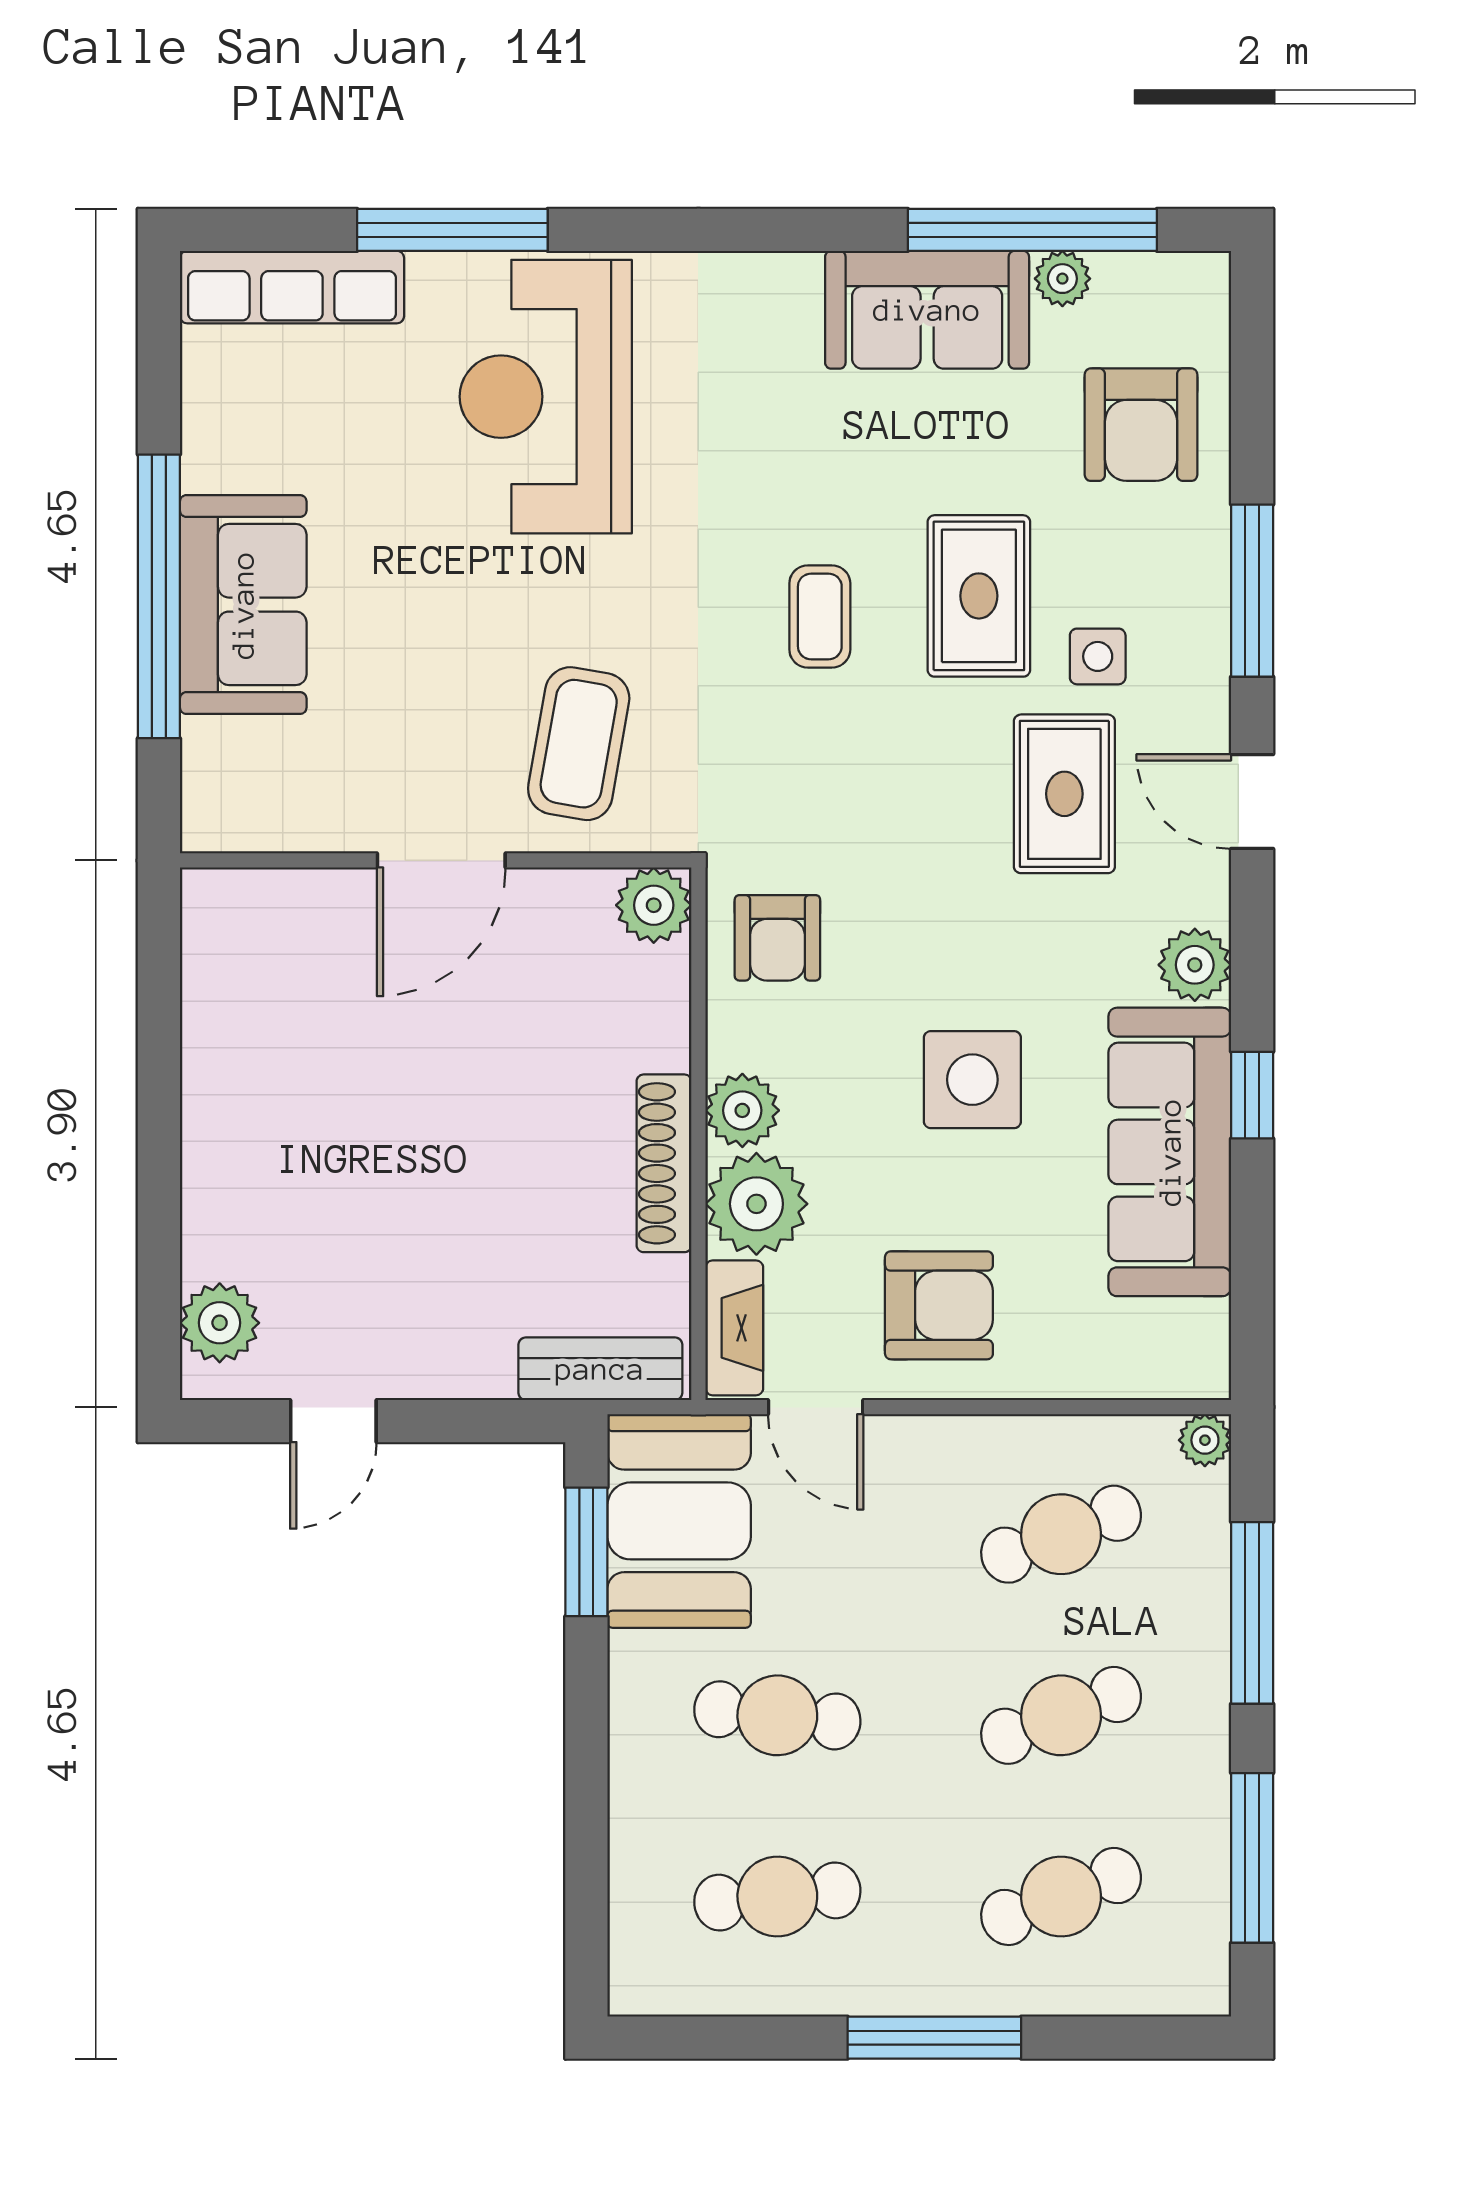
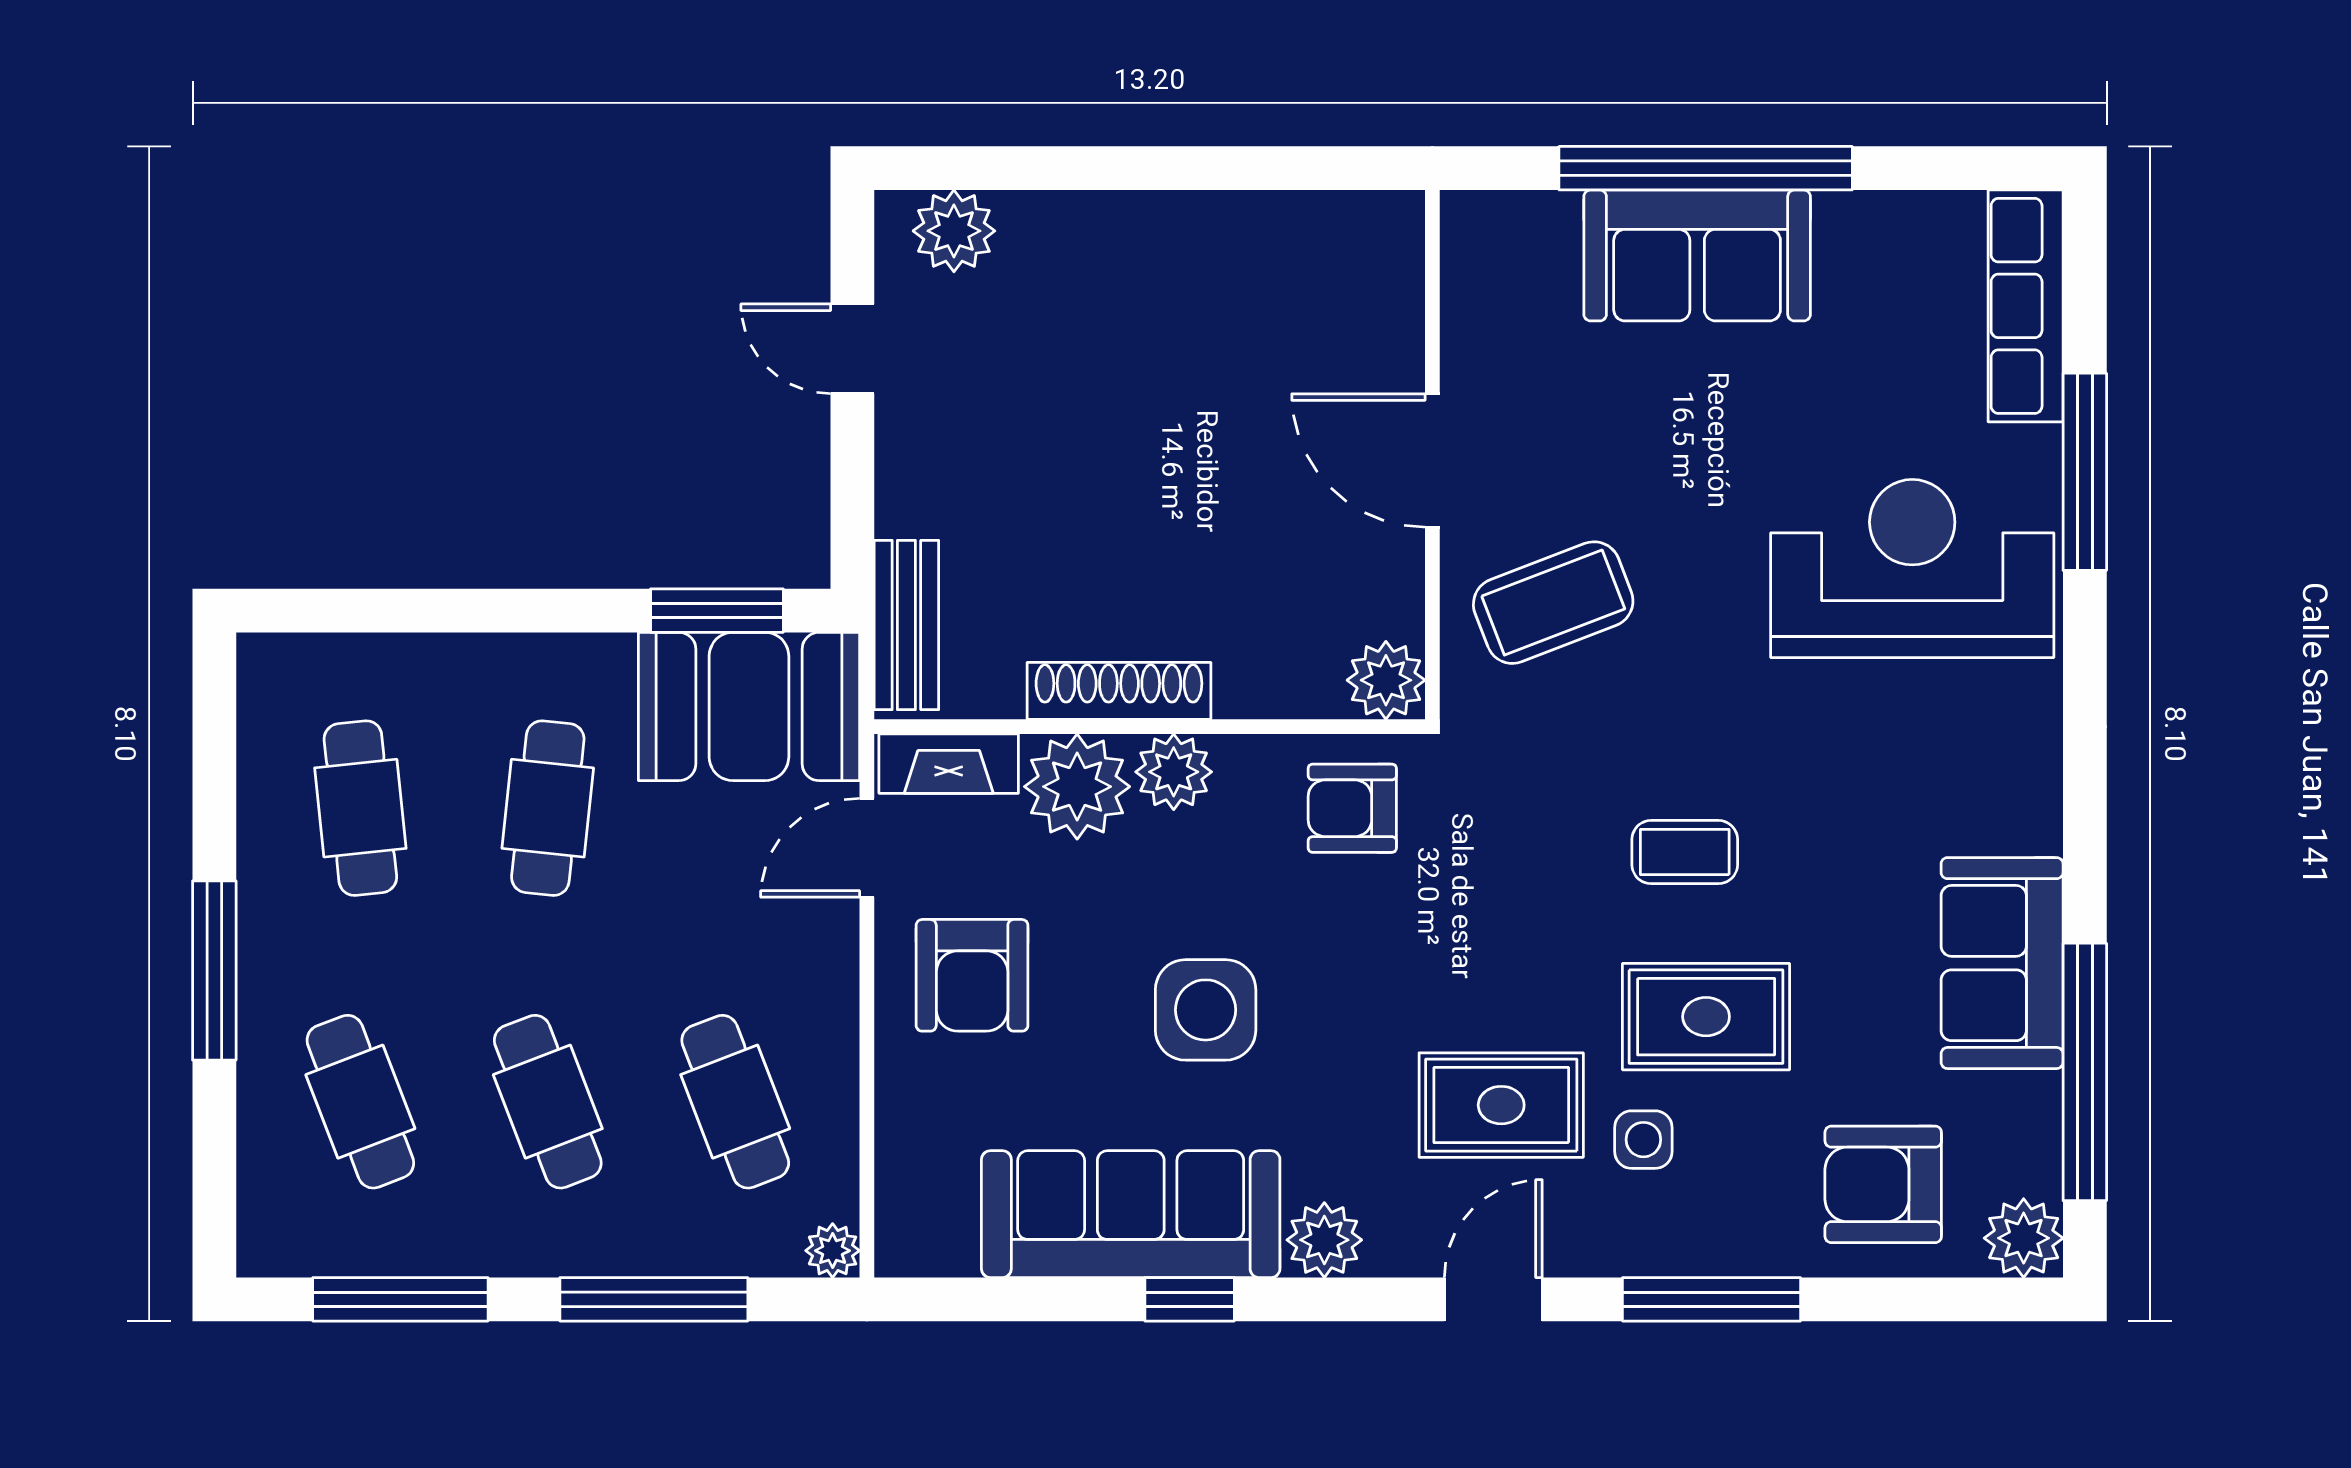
plant: (1062, 279) -> (2024, 1238), moved, width x1.38, depth x1.38
coffee table: (579, 744) -> (1553, 603), turned -31

